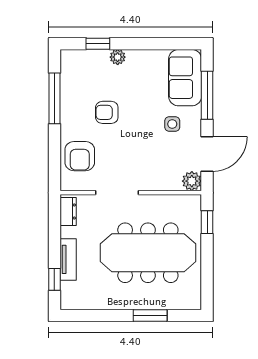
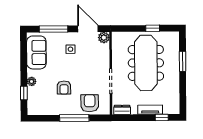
sofa: (185, 78) -> (36, 52), moved, turned -90
window: (54, 98) -> (74, 118), moved
armchair: (80, 156) -> (90, 103), turned -90
window: (207, 222) -> (153, 28), moved

